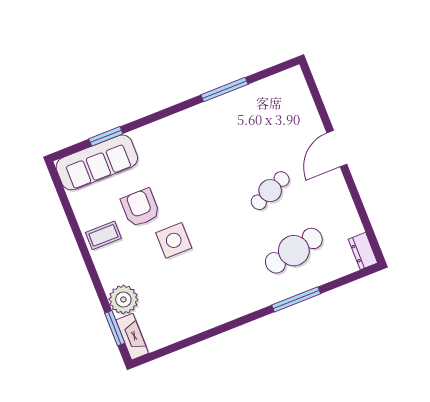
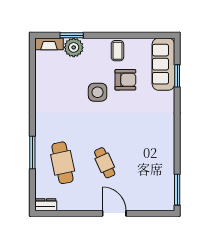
window: (224, 90) -> (177, 190), moved
window: (115, 328) -> (72, 35), moved

